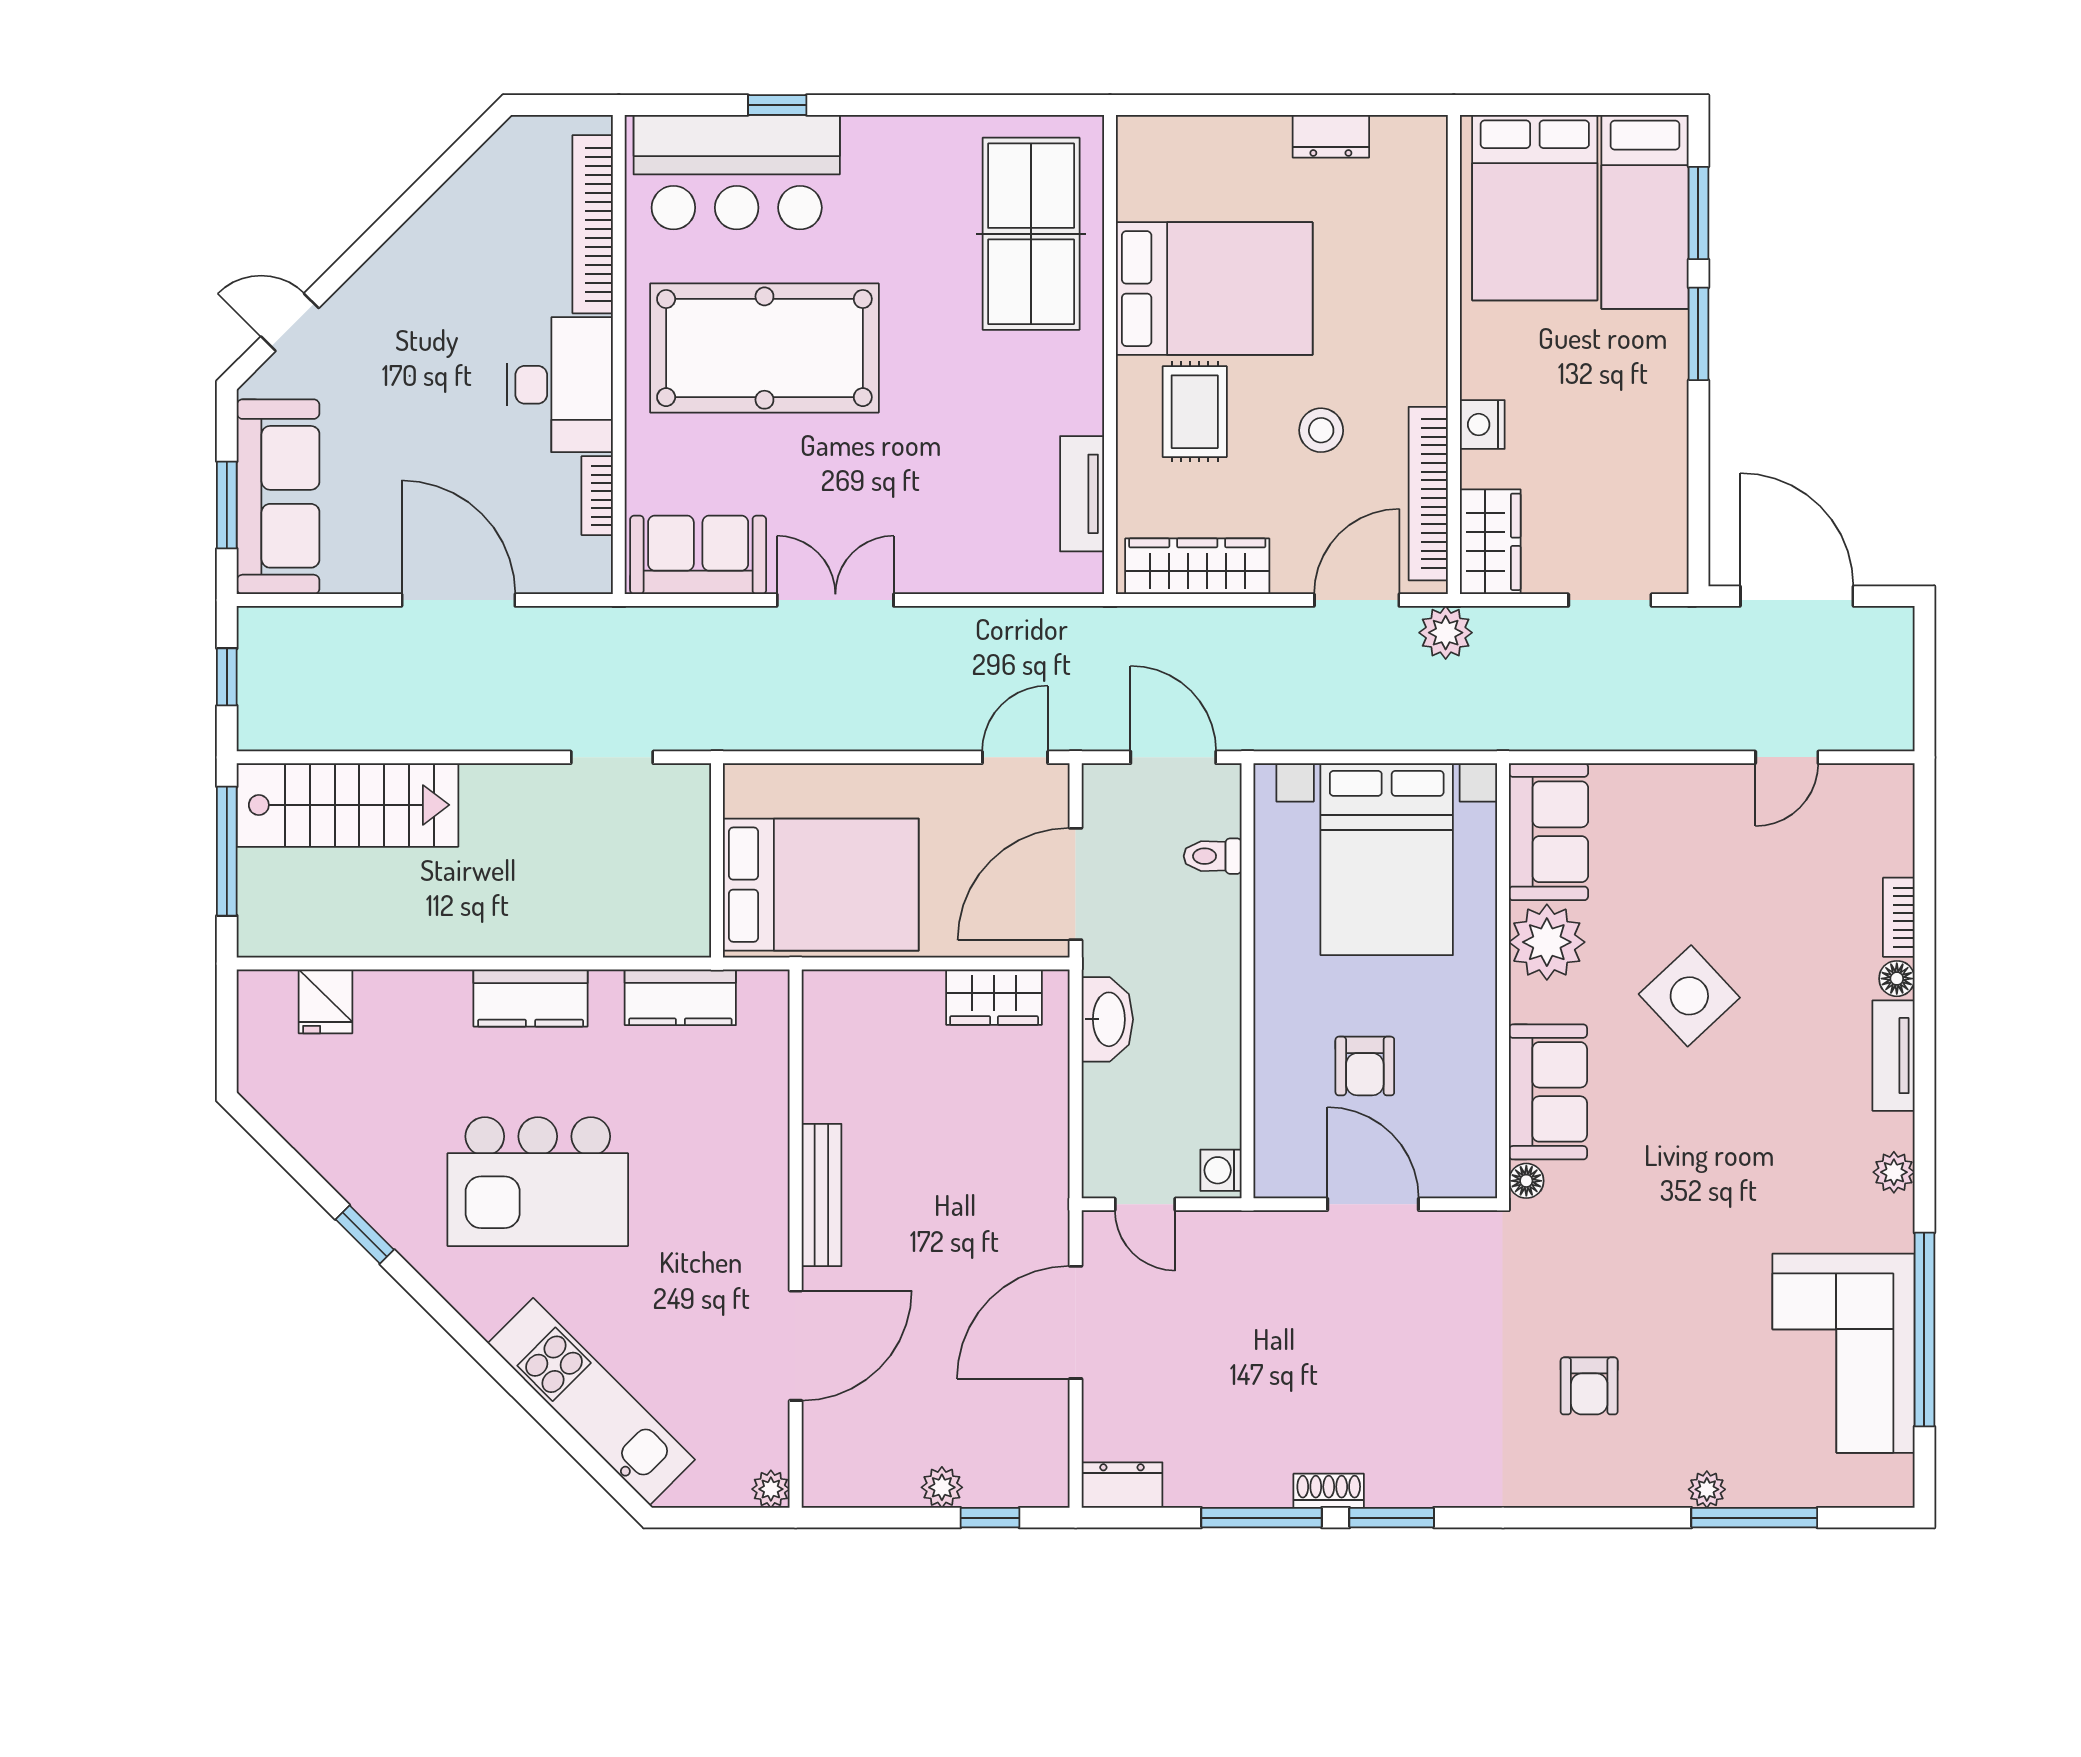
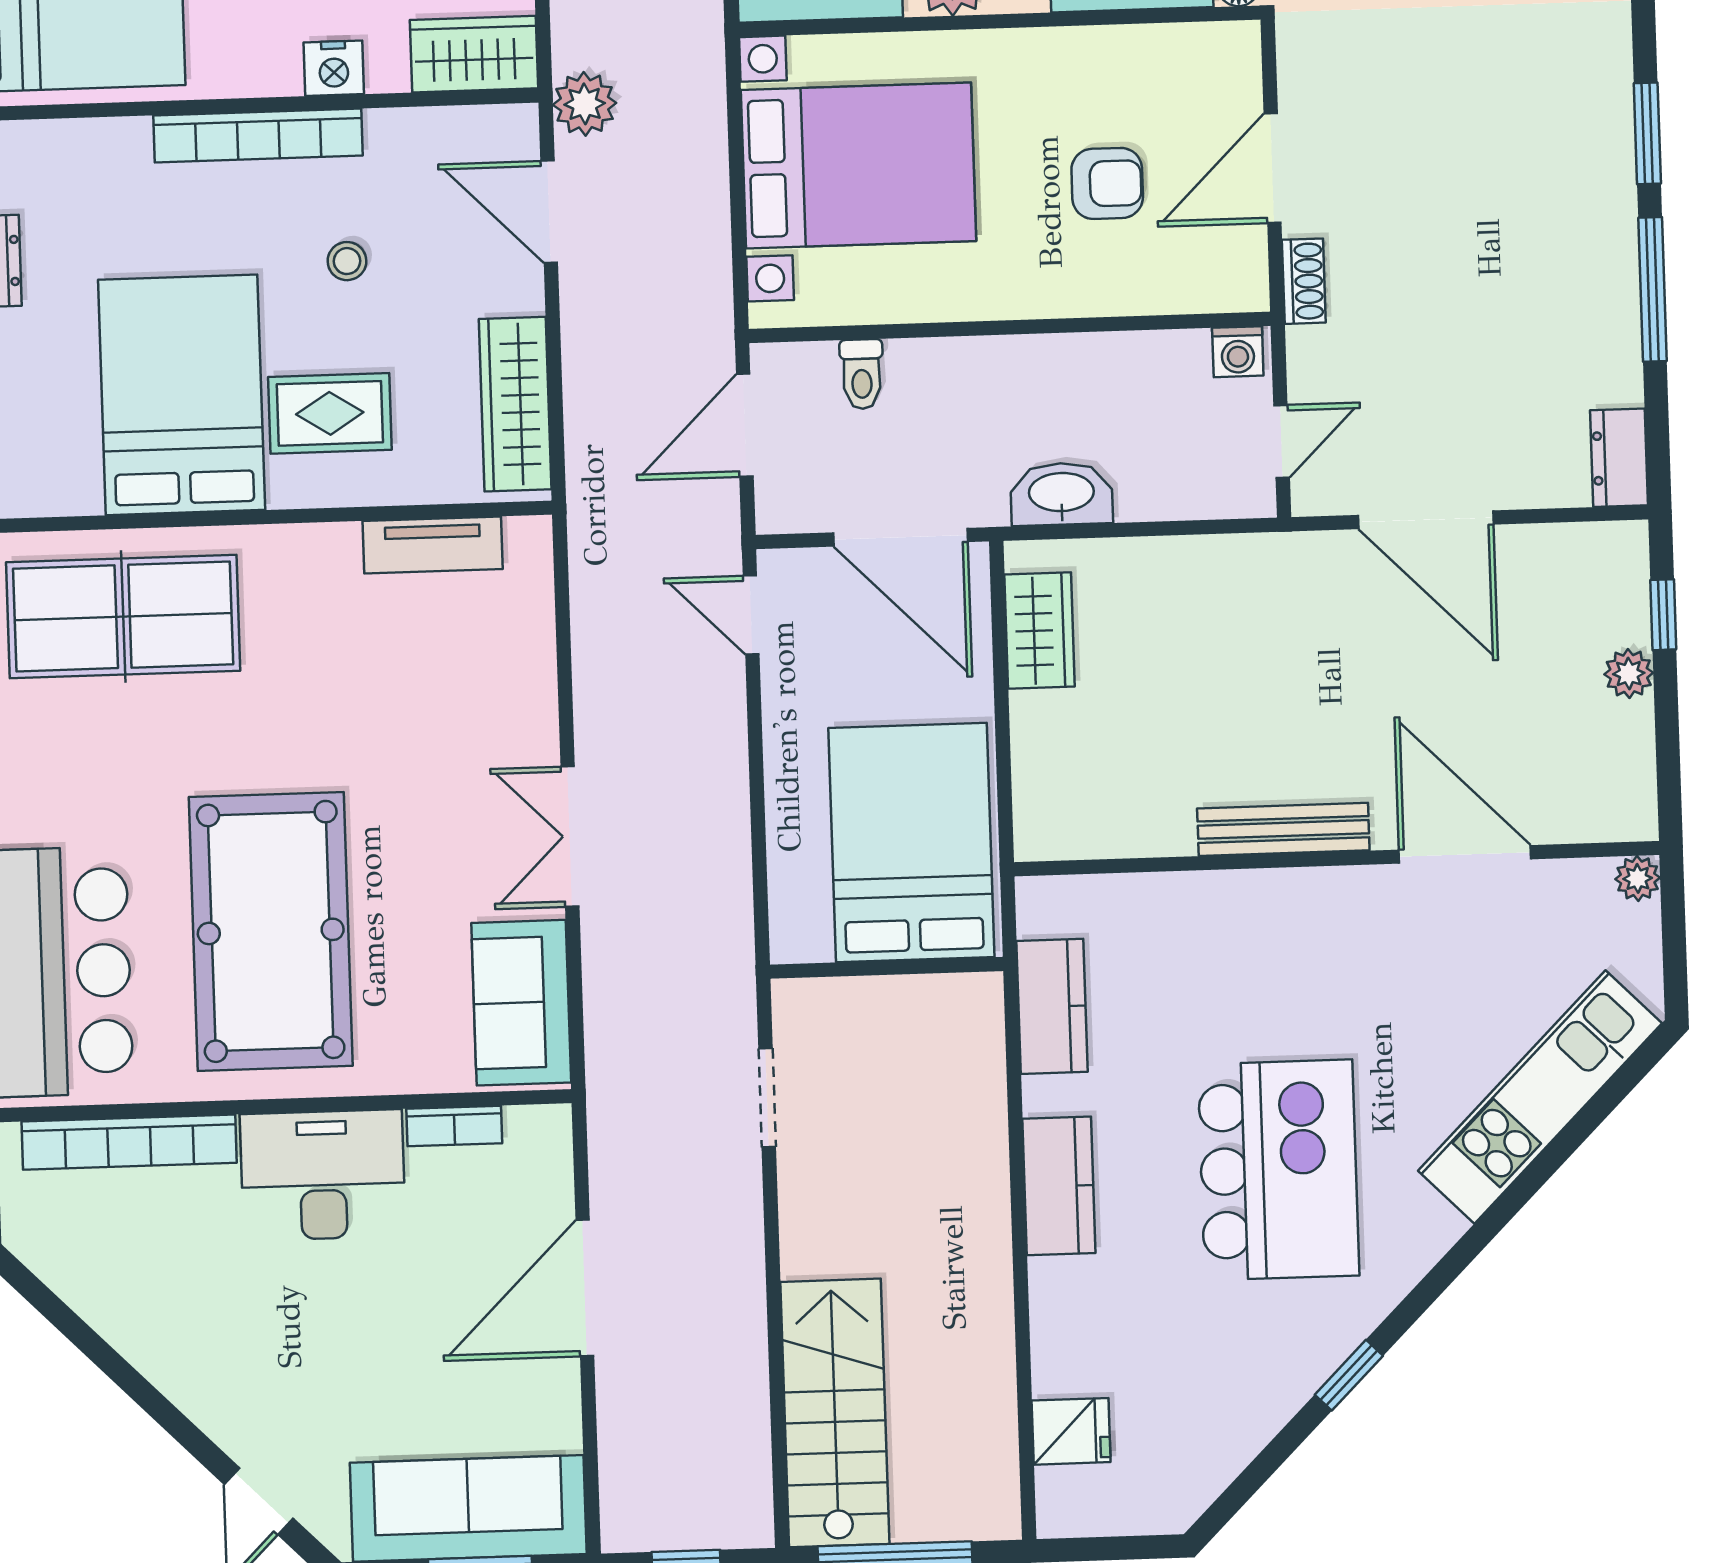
stool: (1321, 430) -> (347, 261), width x0.73, depth x0.73
bookcase: (1428, 494) -> (258, 136), moved
shoe rack: (1329, 1491) -> (1304, 281), moved, turned 180

